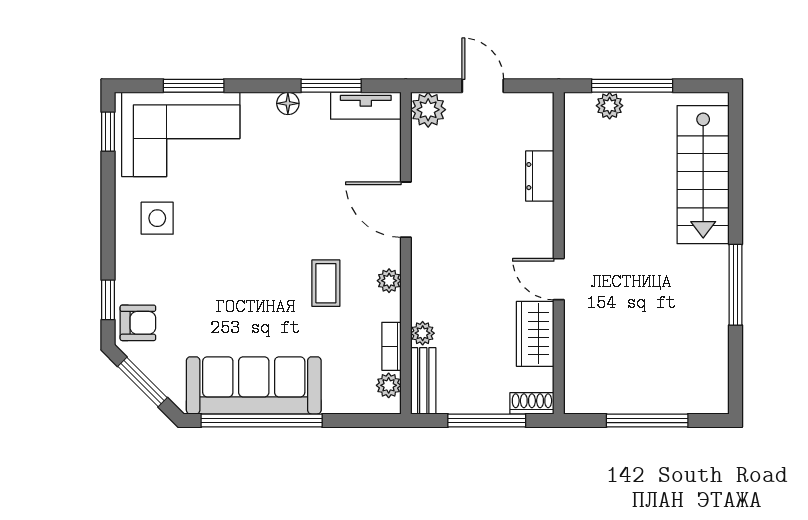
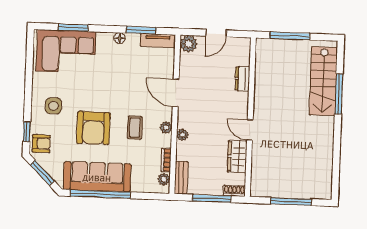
door: (483, 86) -> (216, 33), swing flipped
plant: (610, 106) -> (278, 45), removed
window: (108, 132) -> (30, 49), removed
side table: (157, 218) -> (53, 106), moved
window: (736, 285) -> (339, 94), moved
armchair: (242, 287) -> (93, 128), added
plant: (423, 333) -> (182, 135), moved

